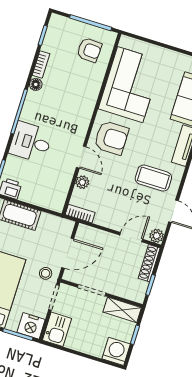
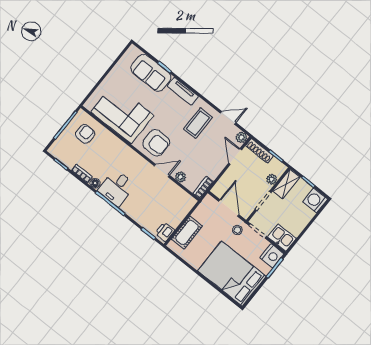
armchair: (111, 138) -> (156, 143), turned 90
desk: (31, 142) -> (116, 188), moved
plant: (121, 291) -> (272, 179), added

